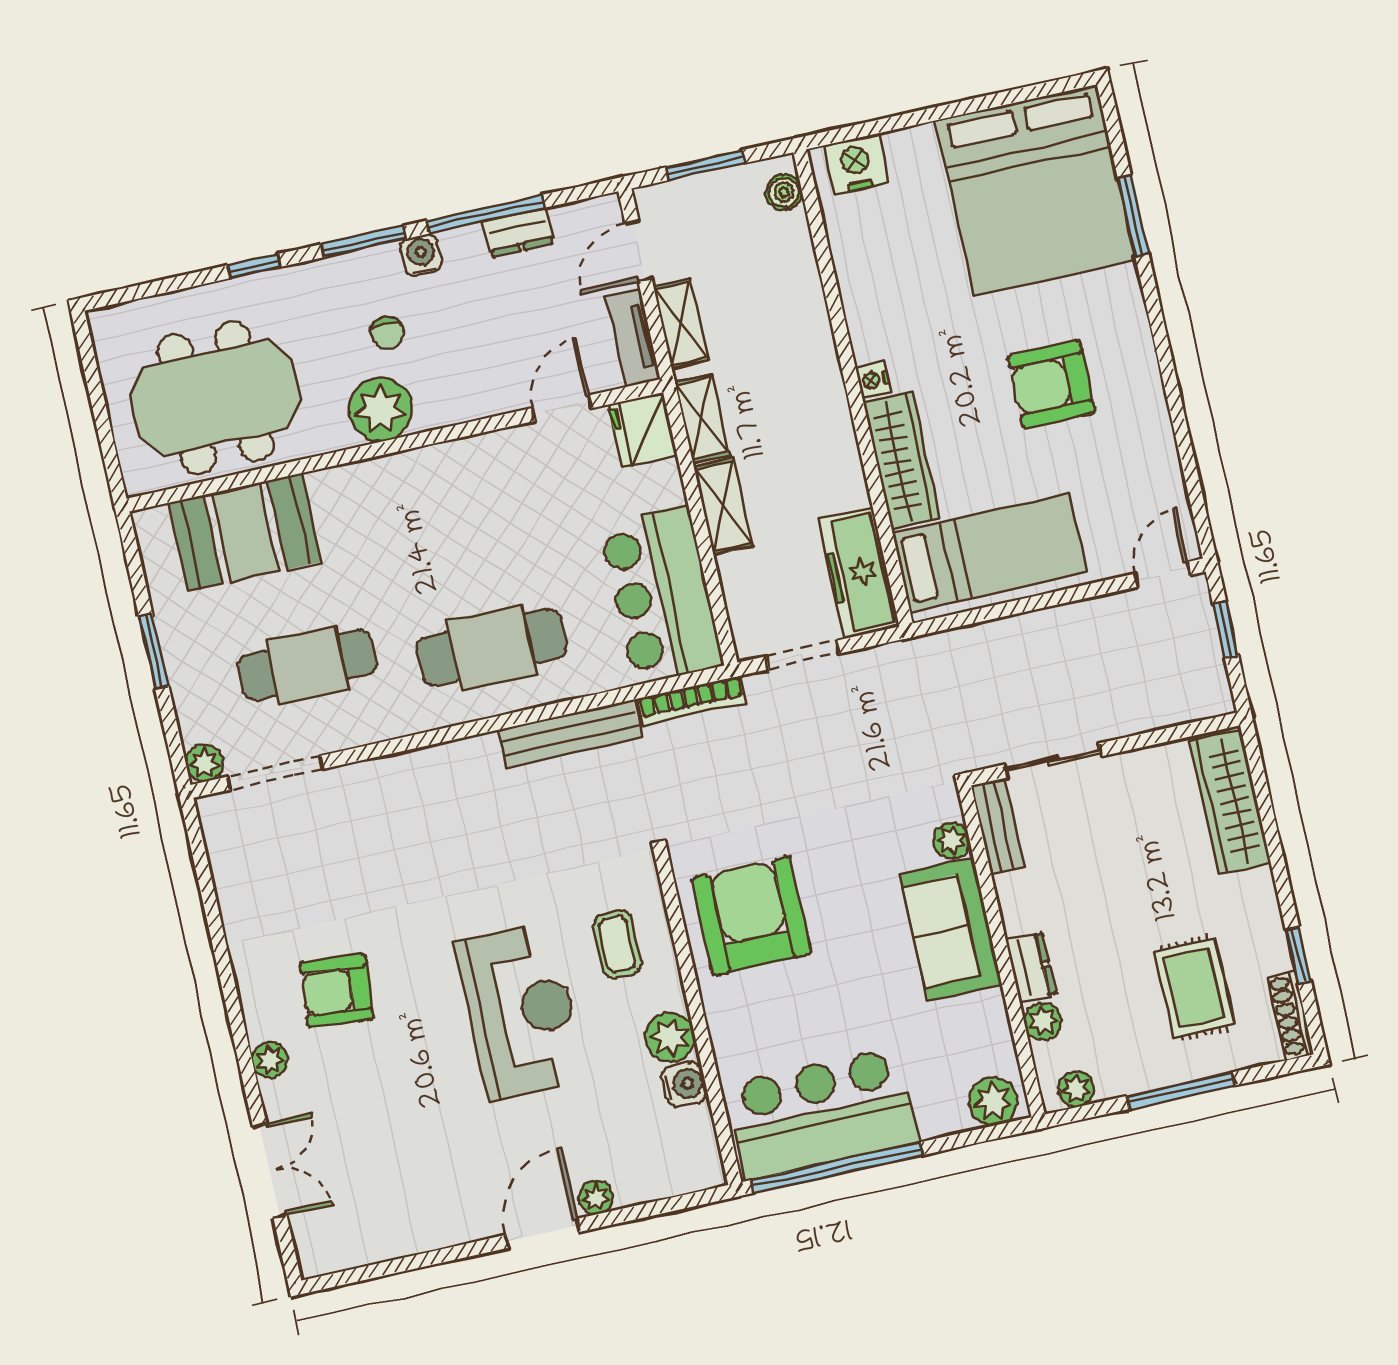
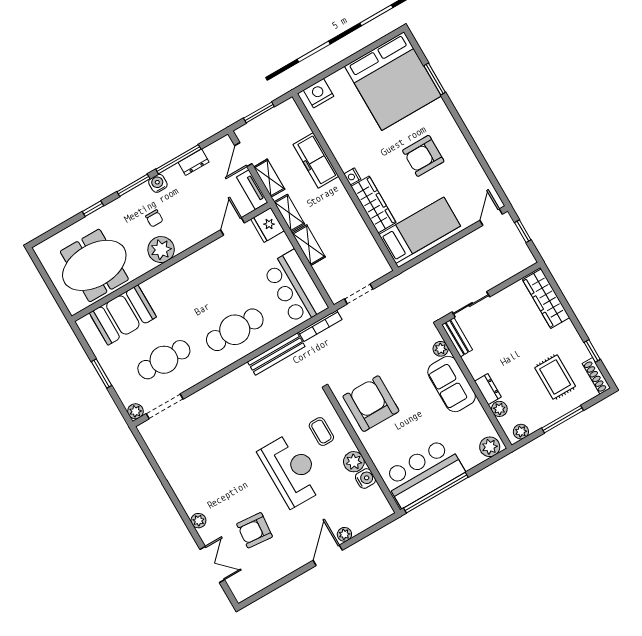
boiler: (784, 192) -> (294, 113), removed
freezer: (859, 573) -> (316, 160), moved
armchair: (337, 991) -> (255, 530), moved

